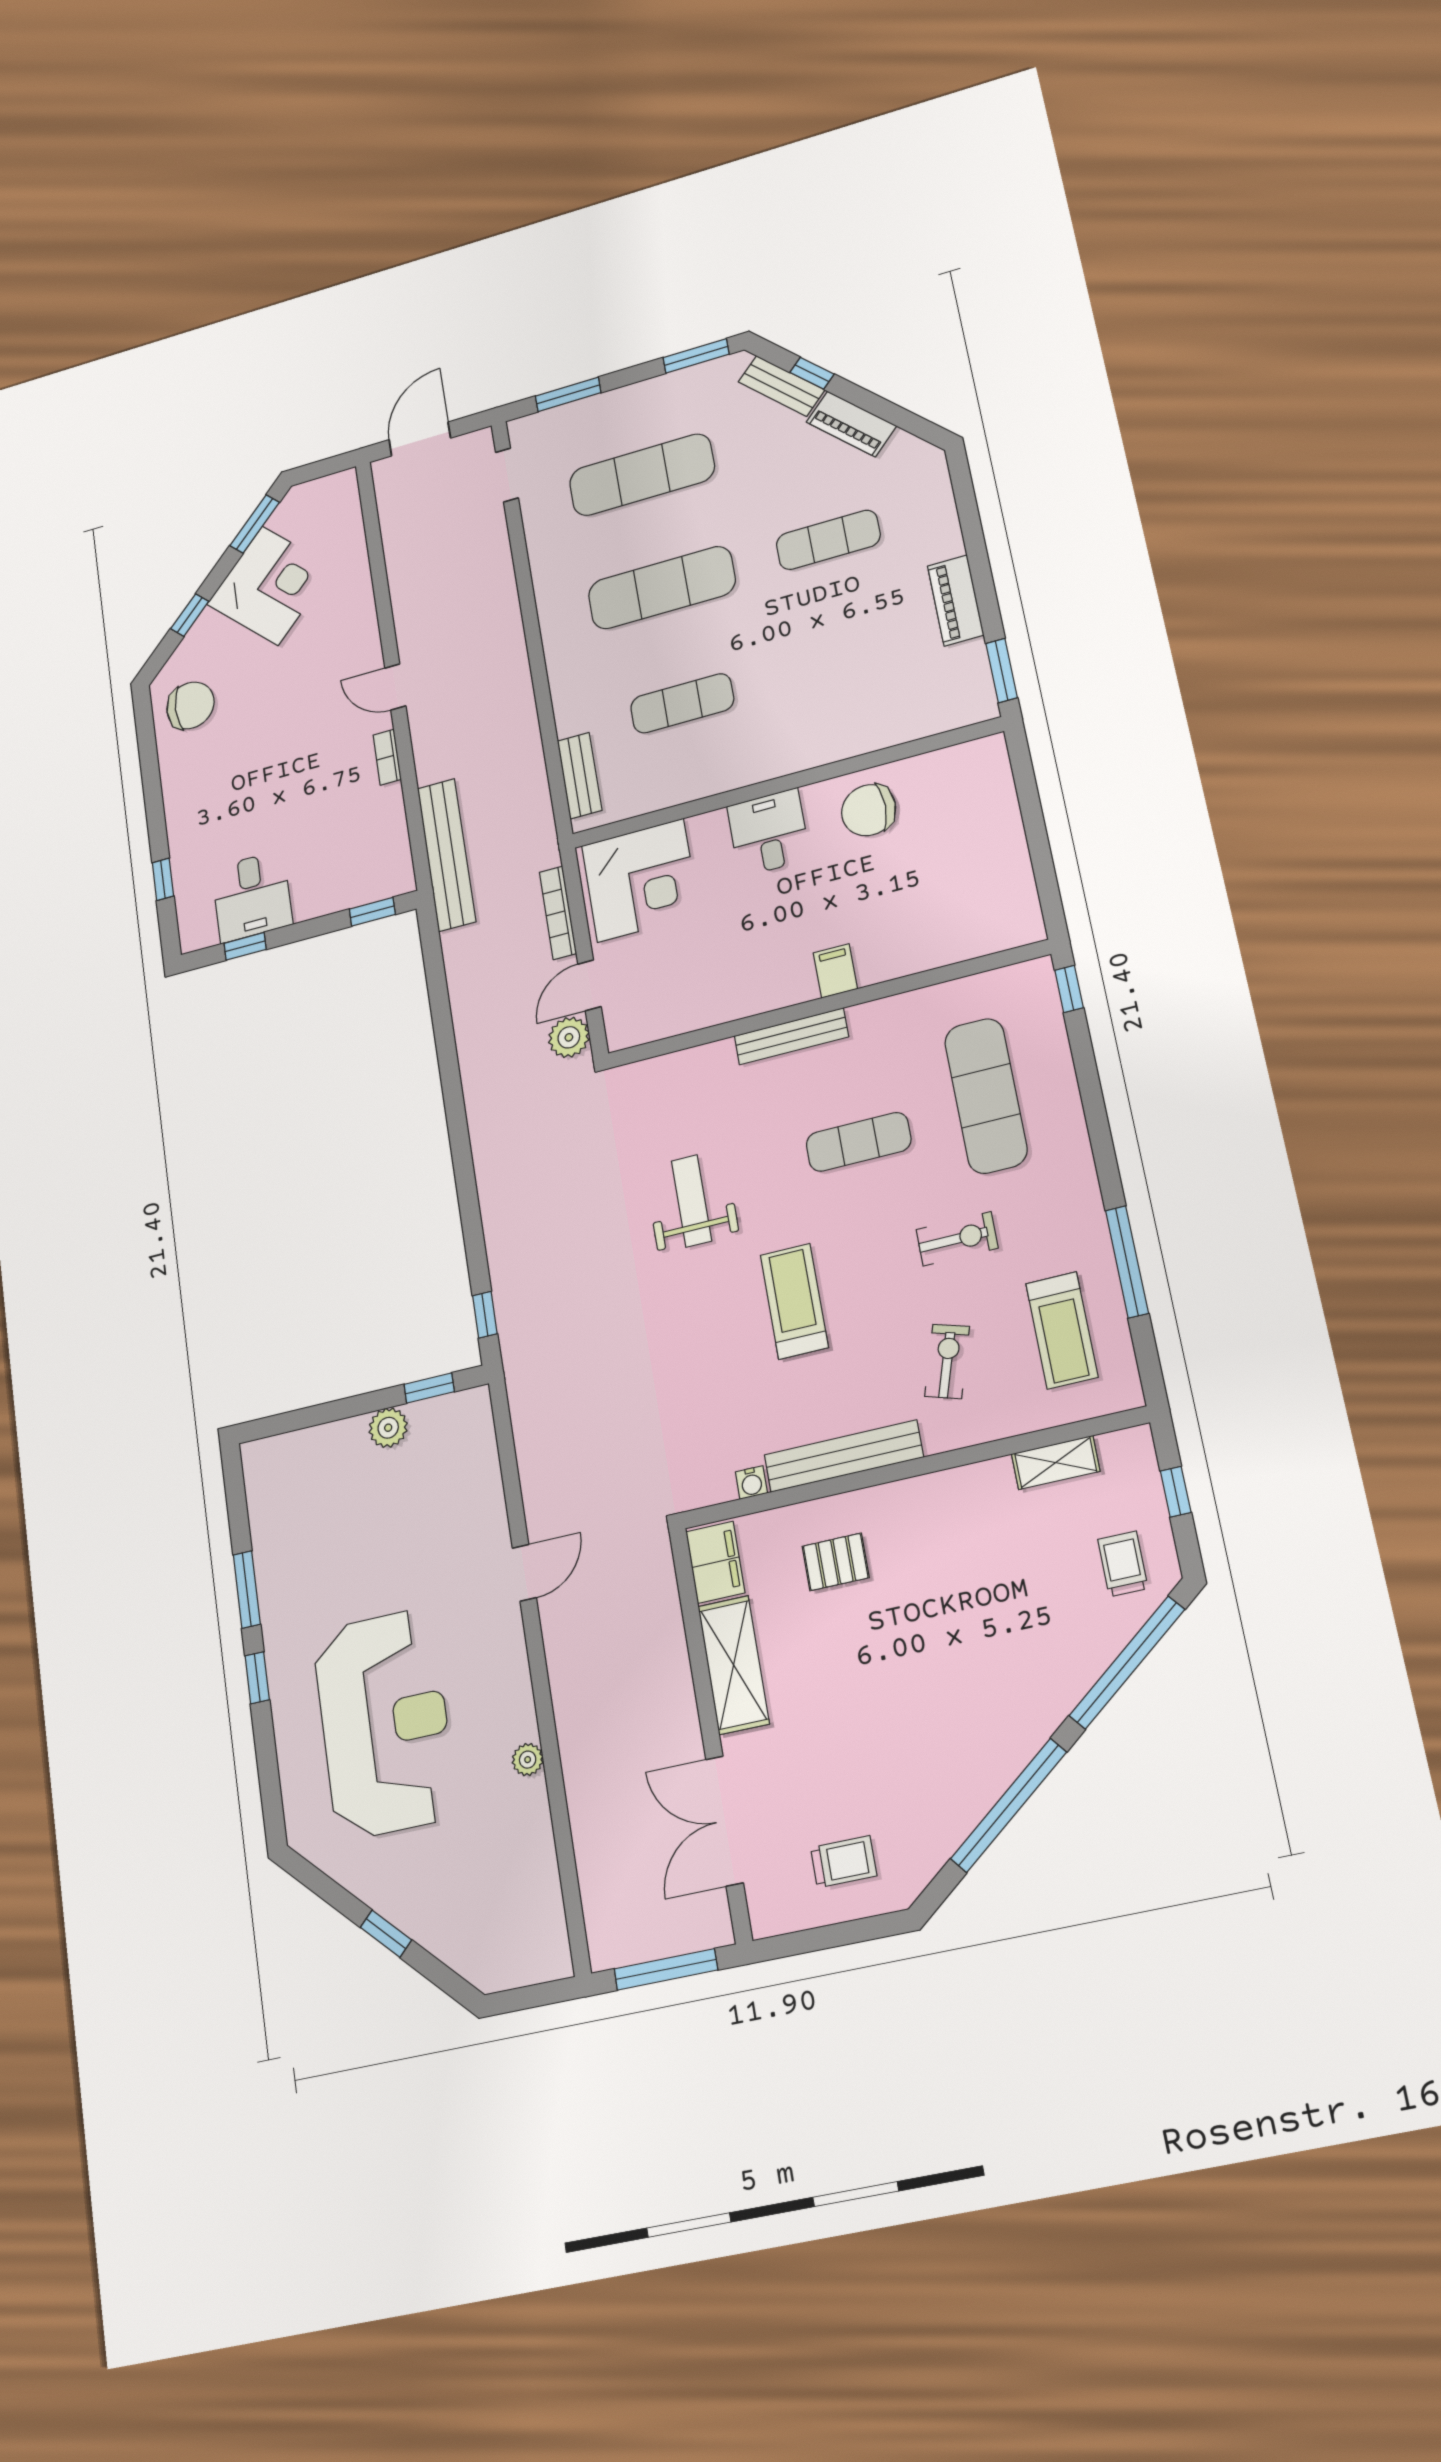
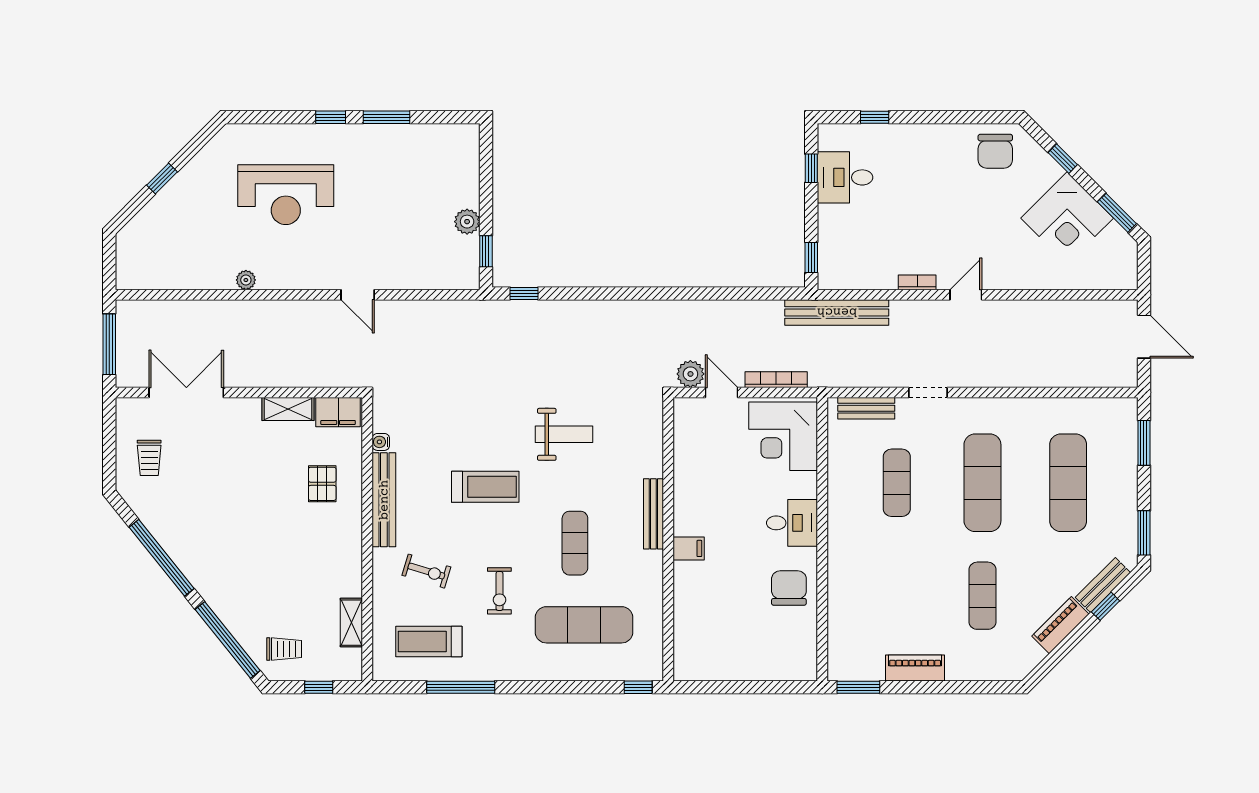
doorway: (507, 475) -> (928, 392), moved
shelving: (734, 1665) -> (288, 409), width x0.67, depth x0.75
reception desk: (385, 1723) -> (286, 195), width x0.74, depth x0.77

